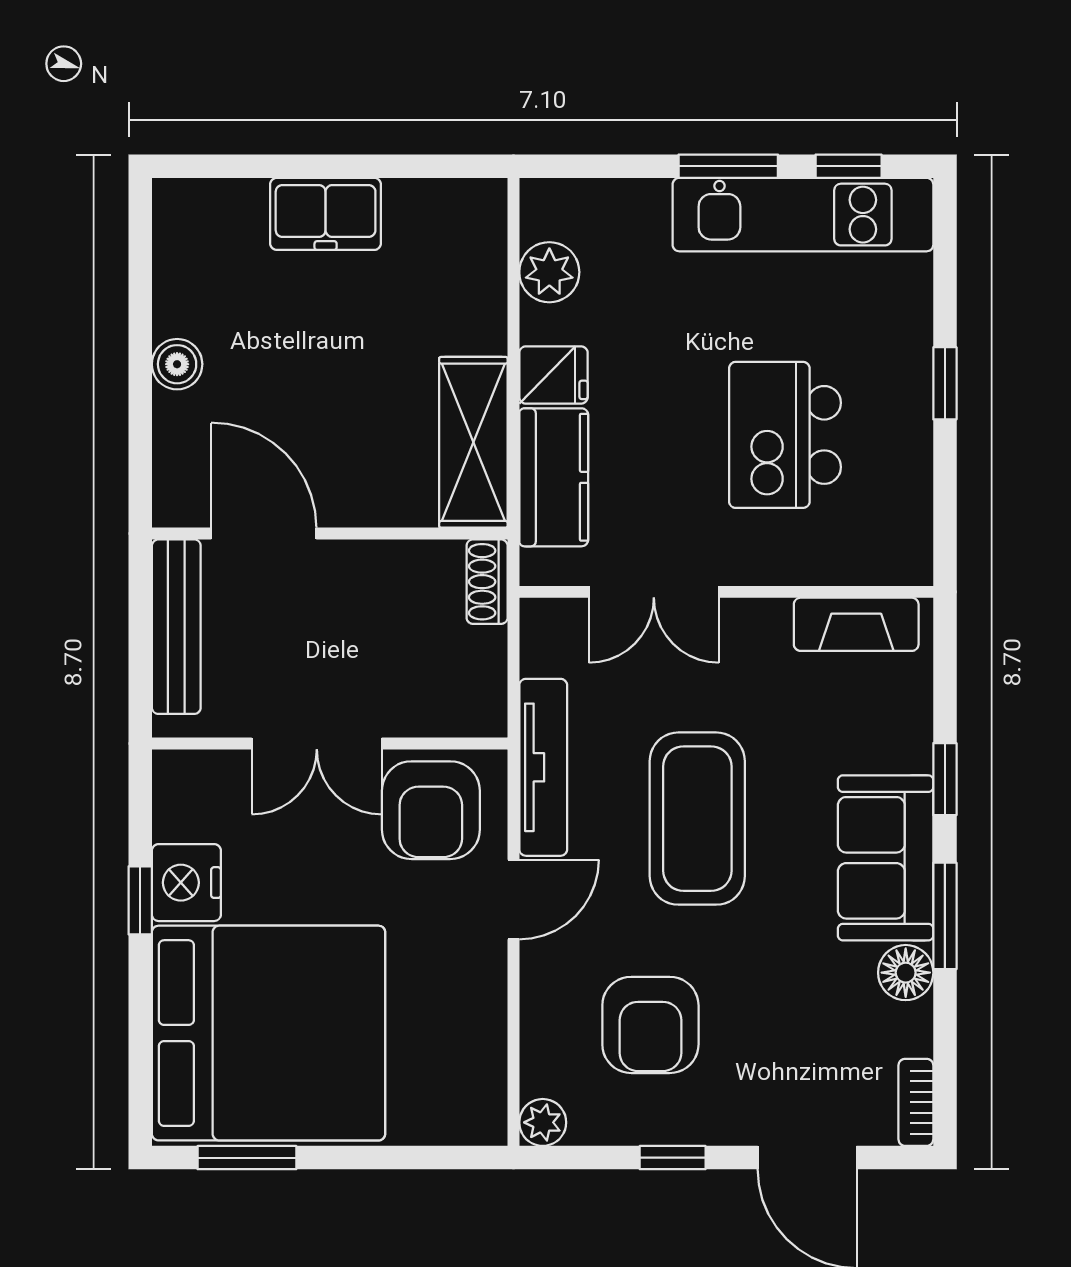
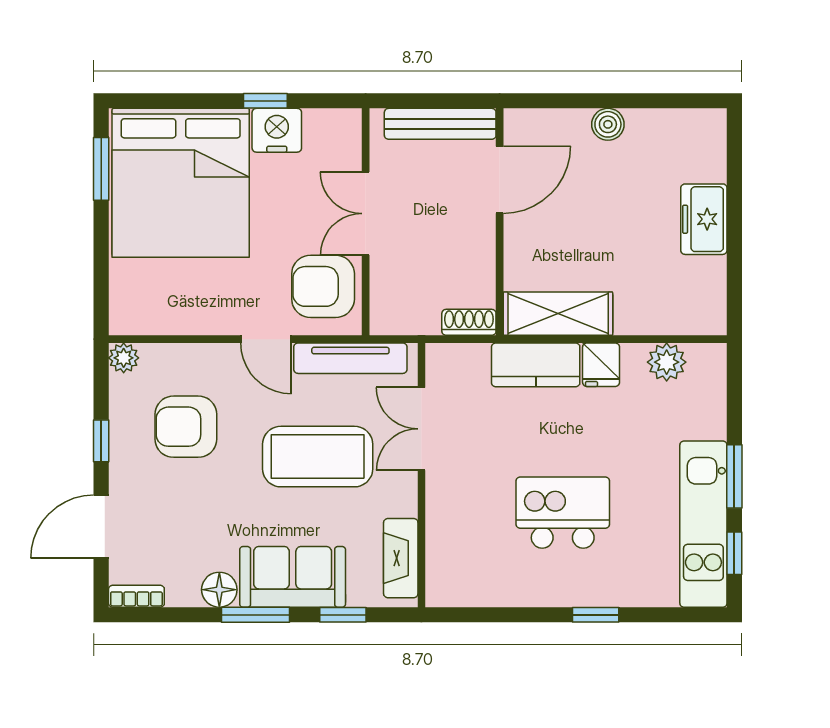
double door: (654, 592) -> (421, 429), moved
wall: (726, 592) -> (421, 475), moved
fireplace: (856, 624) -> (401, 558), moved

